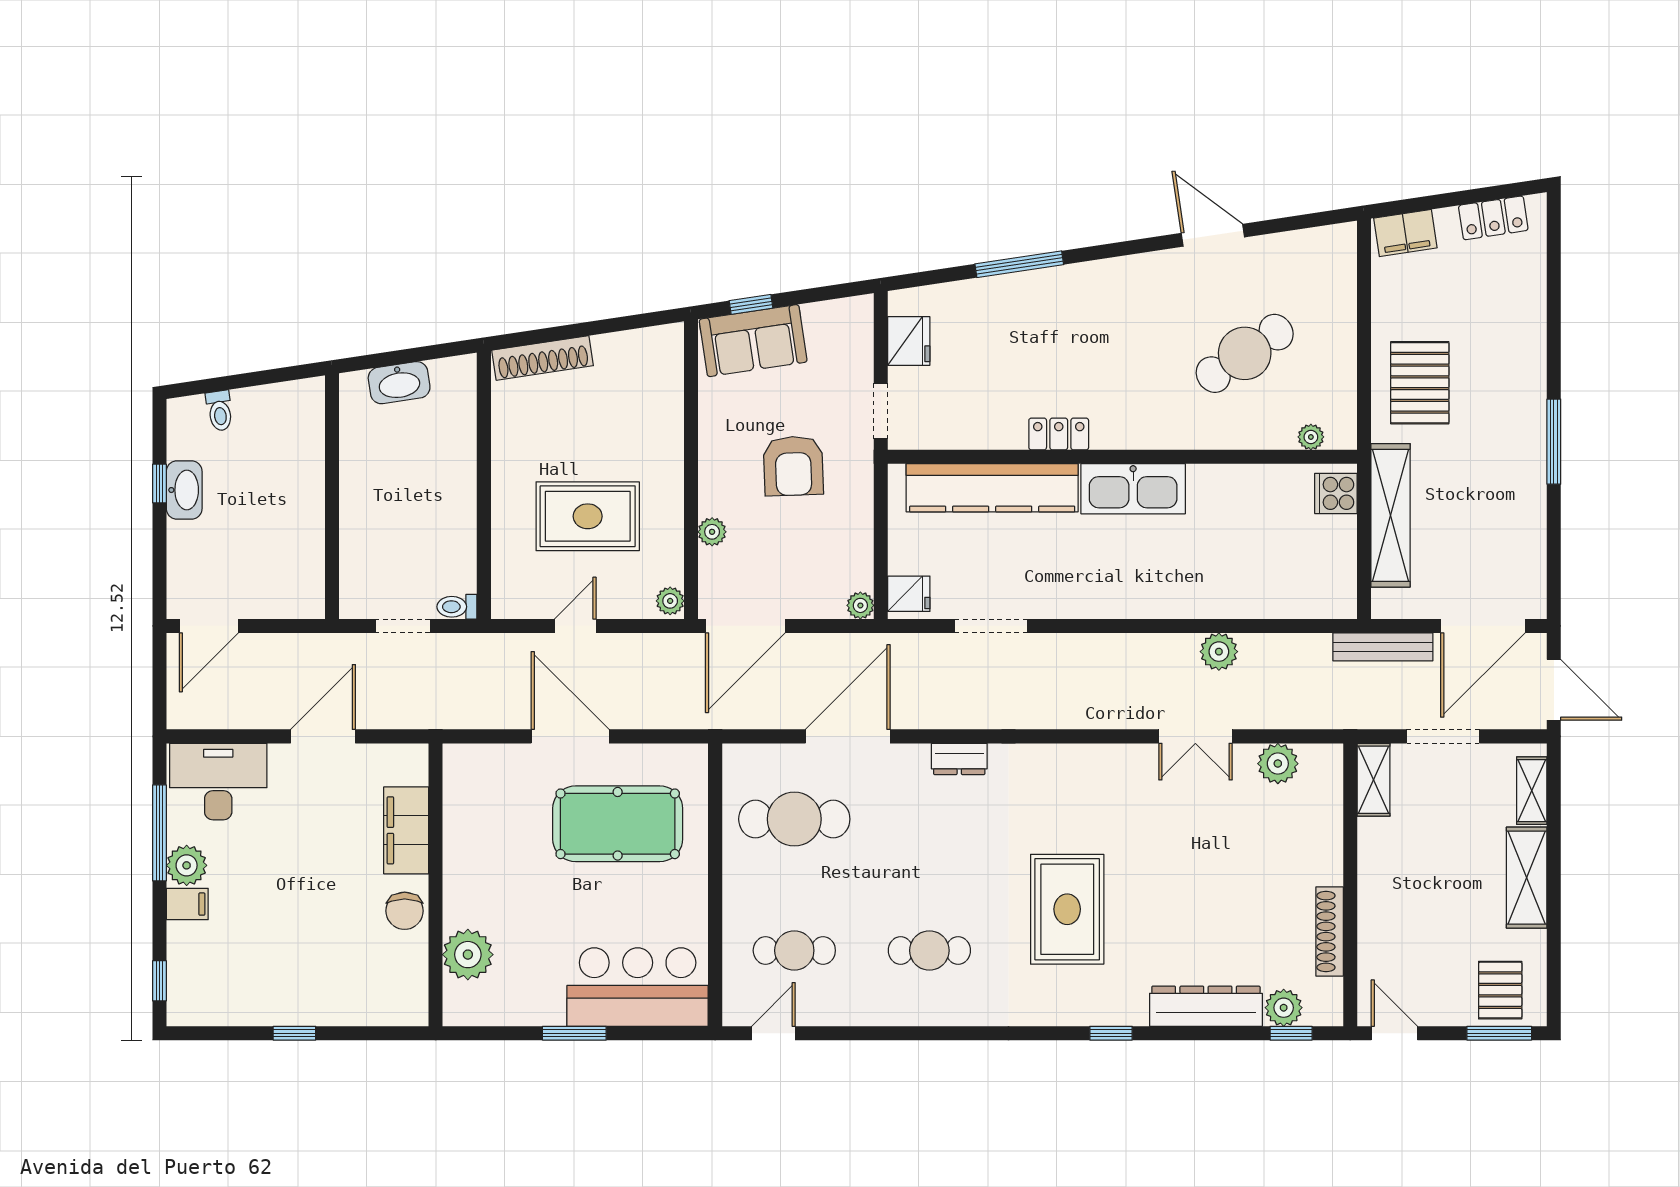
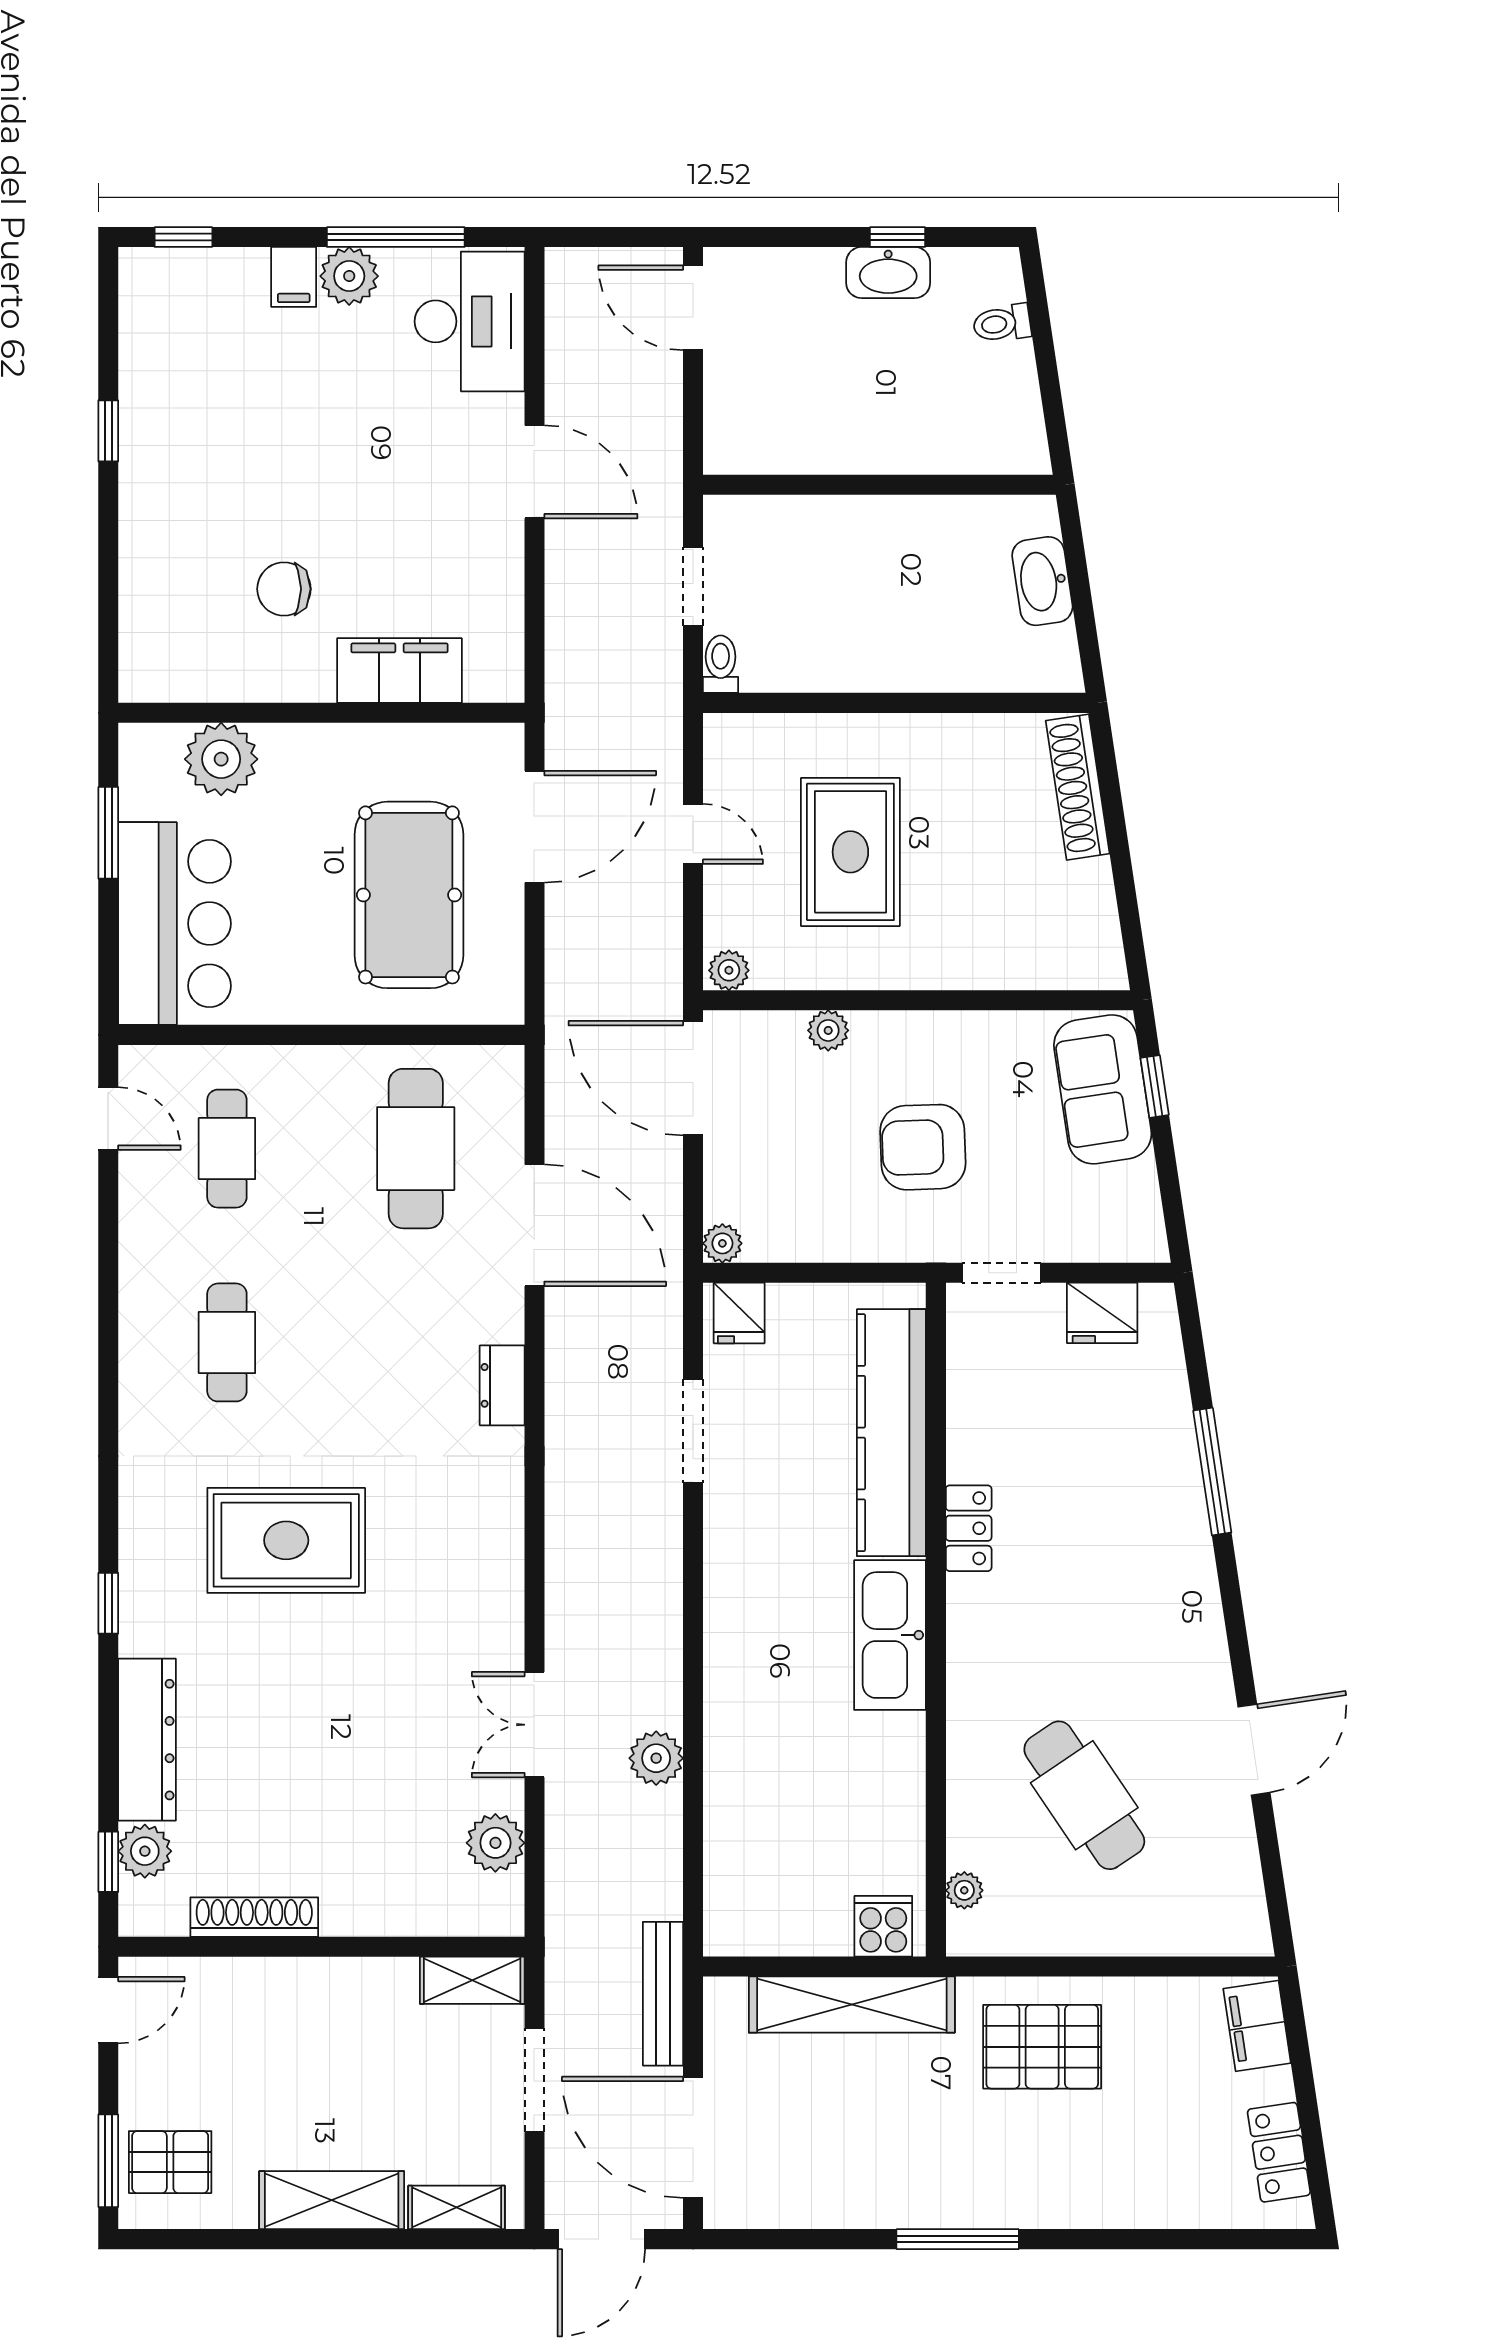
filing cabinet: (406, 830) -> (399, 671), moved
wall: (436, 885) -> (321, 713), moved
plant: (468, 955) -> (221, 759), moved

